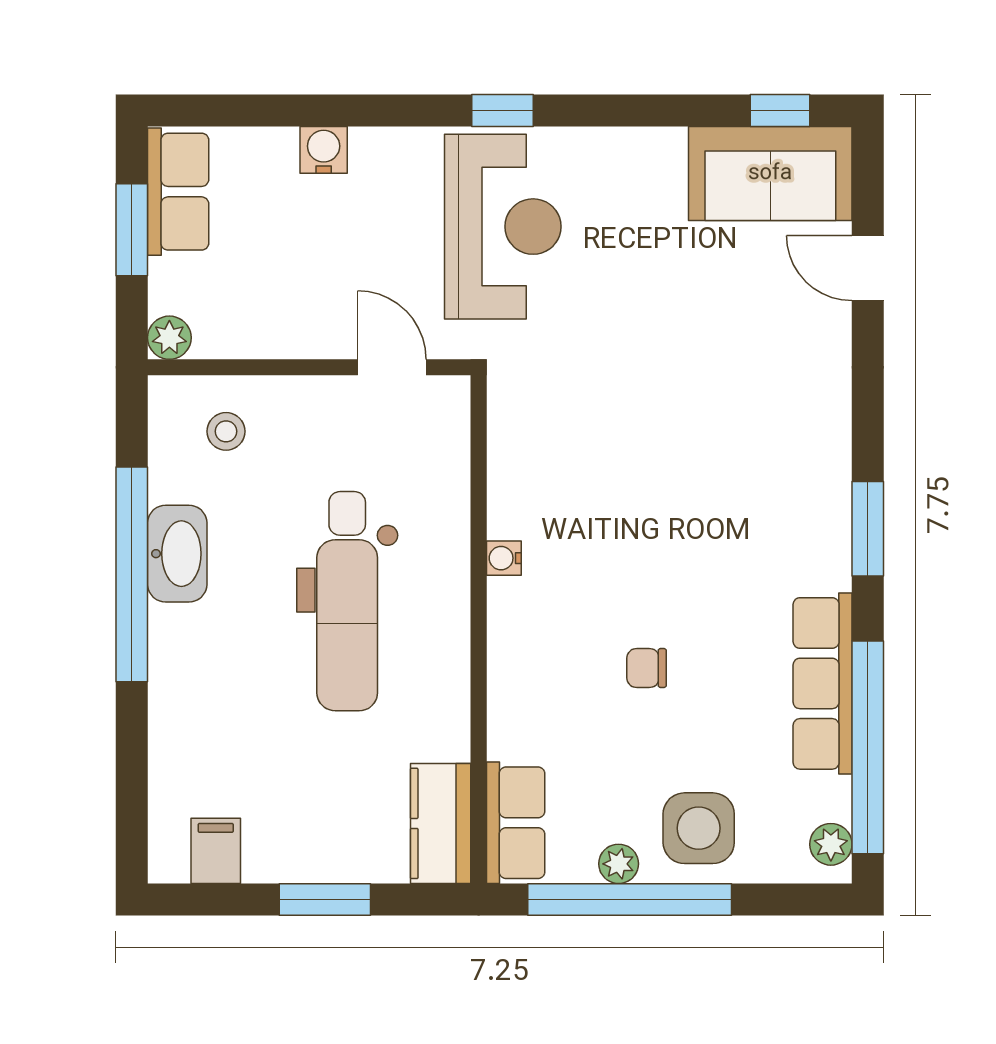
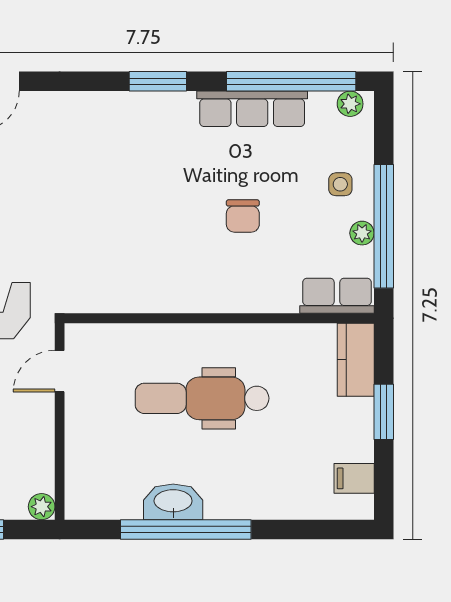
stool: (226, 431) -> (99, 472), removed
water cooler: (504, 558) -> (176, 303), removed
dental chair: (347, 601) -> (202, 398), turned 180
chair: (647, 668) -> (243, 216), width x1.37, depth x1.37
kitchen counter: (441, 823) -> (356, 360), moved, turned 90
side table: (699, 828) -> (340, 184), width x0.54, depth x0.54

